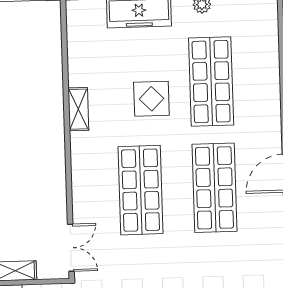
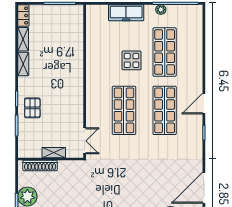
shelving: (78, 109) -> (91, 65), removed

